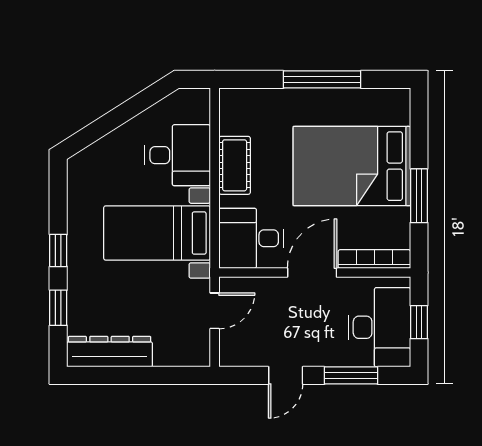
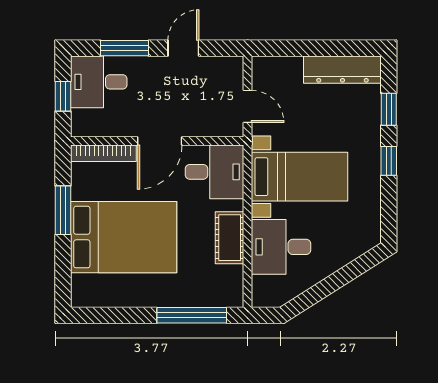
window: (322, 79) -> (192, 315), moved
door: (215, 311) -> (248, 106), swing flipped
desk: (379, 327) -> (99, 82), width x0.73

